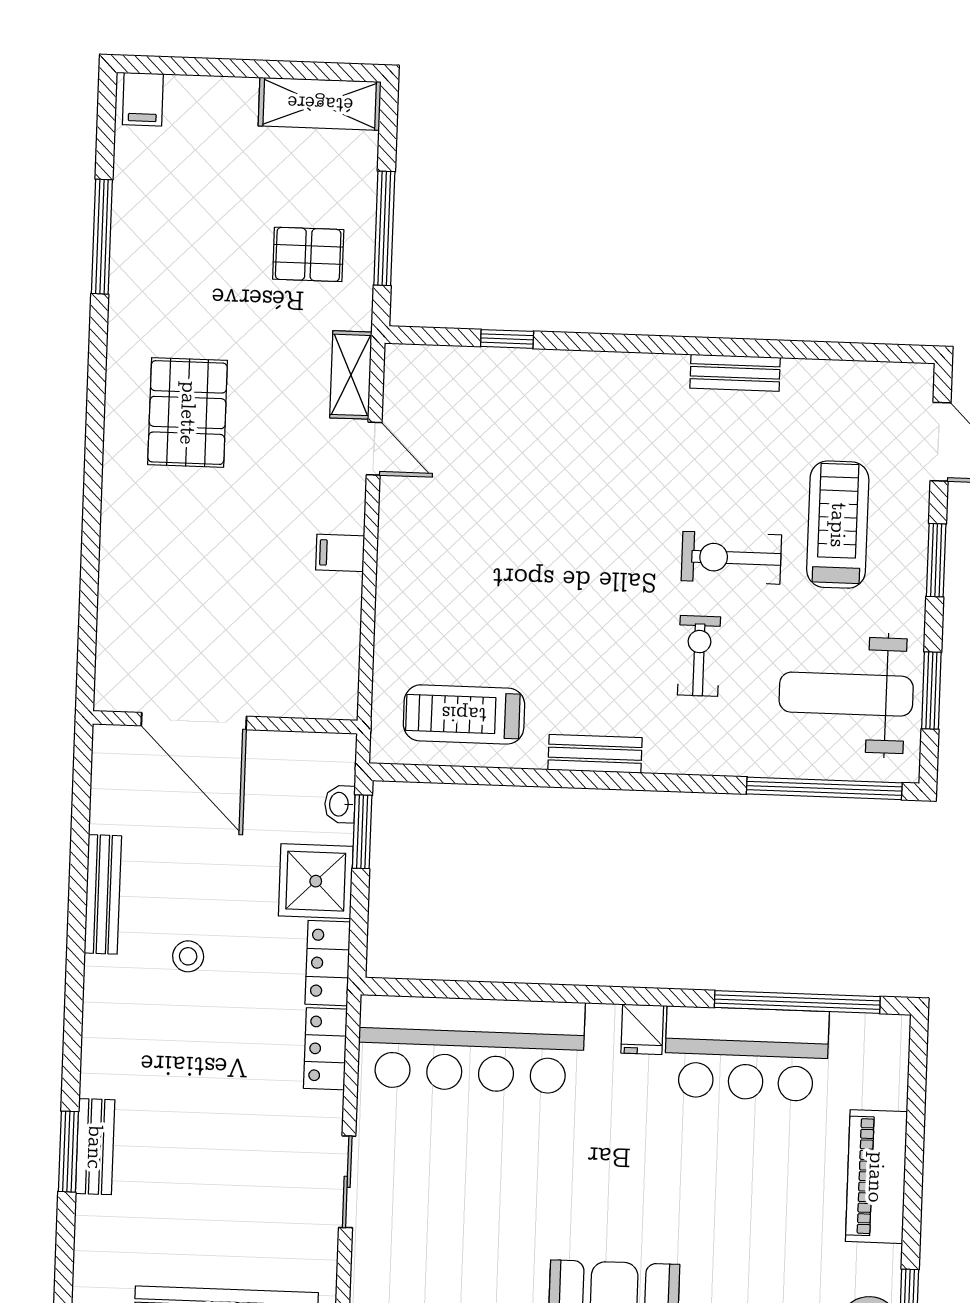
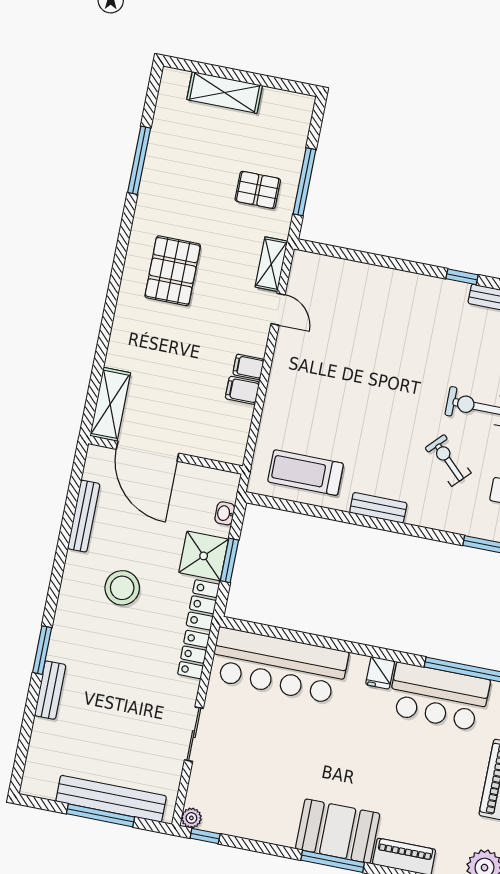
filing cabinet: (143, 99) -> (242, 390), moved, turned 90
shelving: (320, 104) -> (225, 92), moved
window: (507, 339) -> (462, 277), moved
shelving: (119, 653) -> (110, 404), added
exercise bike: (699, 656) -> (448, 460), turned -46
window: (362, 832) -> (230, 560), moved
bench: (103, 894) -> (84, 516), moved
stool: (188, 956) -> (122, 588), width x1.89, depth x1.89
window: (68, 1152) -> (42, 650), moved

